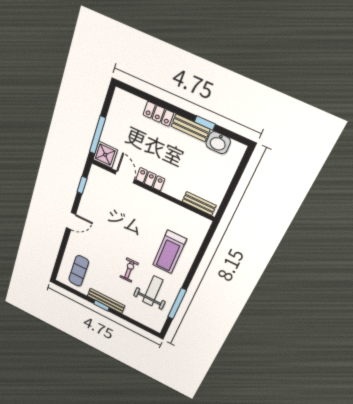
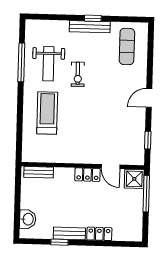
washbasin: (218, 143) -> (28, 219), moved, turned 90

